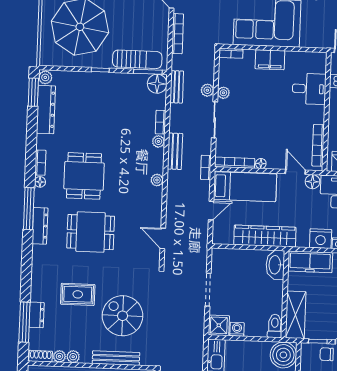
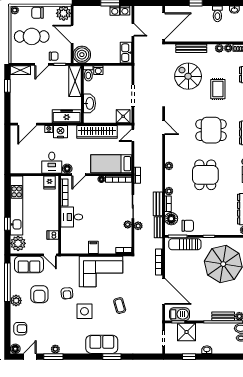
filing cabinet: (270, 60) -> (93, 247), width x0.50
floor lamp: (157, 84) -> (171, 219), moved
chair: (132, 87) -> (188, 226), added
desk: (309, 89) -> (72, 217), moved
bench: (175, 151) -> (158, 204), moved
door: (295, 172) -> (79, 175), hinge flipped
dining table: (84, 176) -> (205, 175), moved
door: (211, 211) -> (133, 135), moved
washbasin: (275, 265) -> (89, 103), moved
rug: (78, 294) -> (218, 89), turned 90
spiral stairs: (123, 316) -> (188, 76), turned 180
shower: (219, 325) -> (123, 116), moved
washing machine: (237, 329) -> (98, 70), moved

